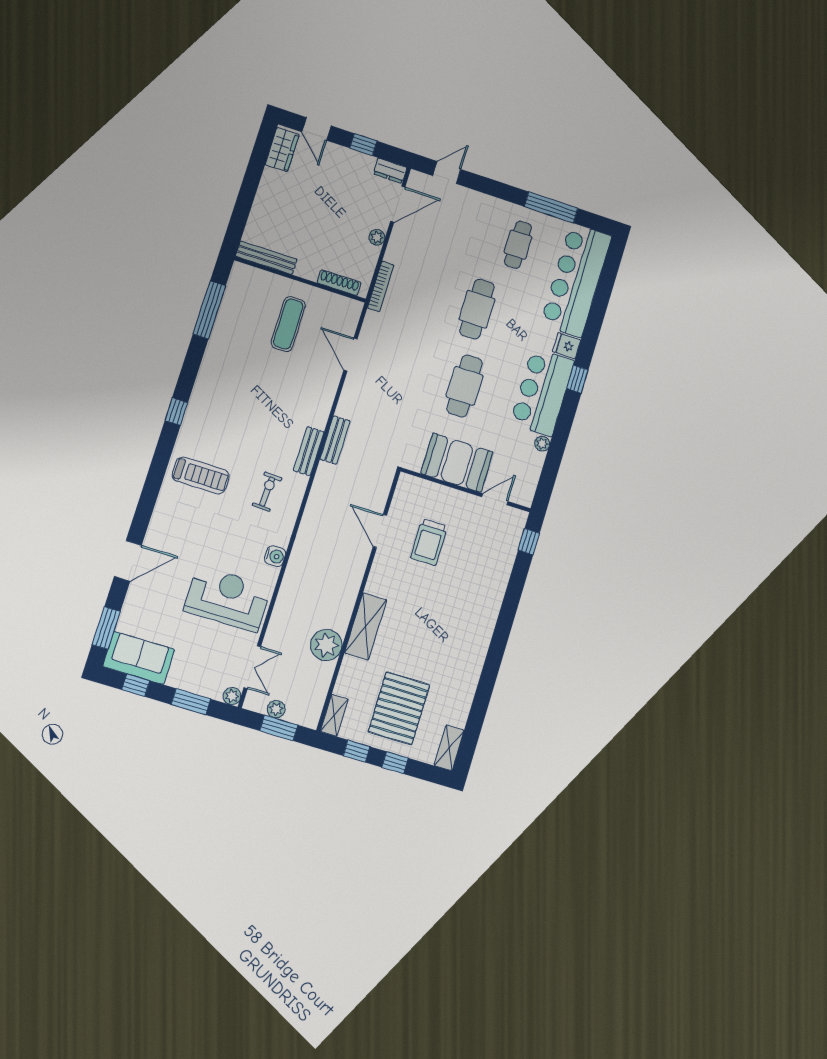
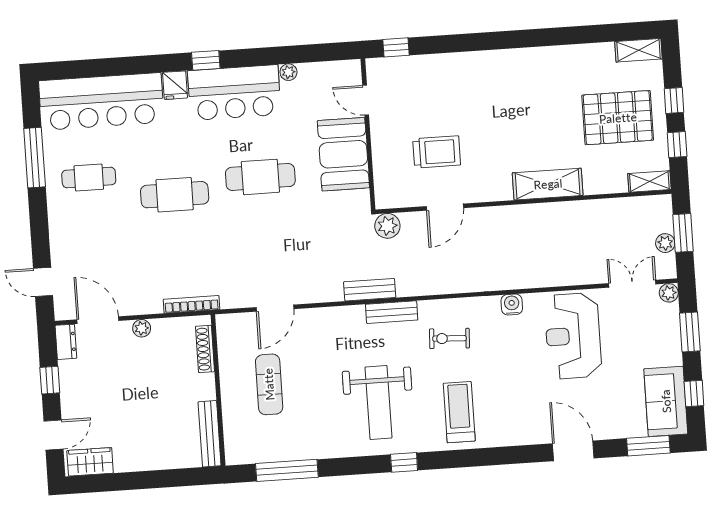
exercise mat: (288, 324) -> (269, 384), turned 90
weight bench: (236, 410) -> (378, 402), added
plant: (326, 645) -> (387, 226), moved, width x0.73, depth x0.73

